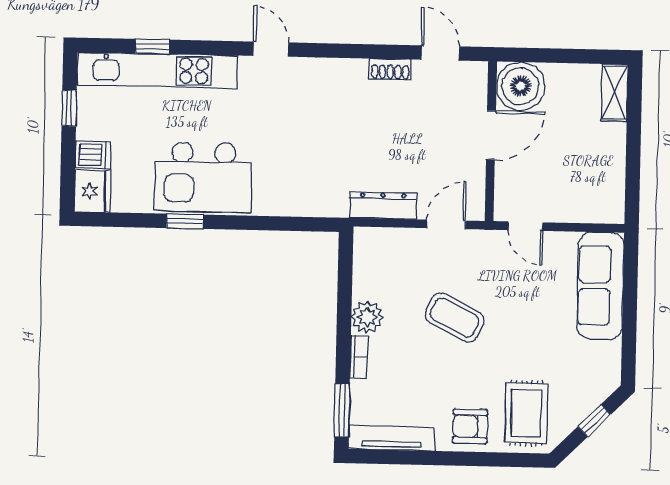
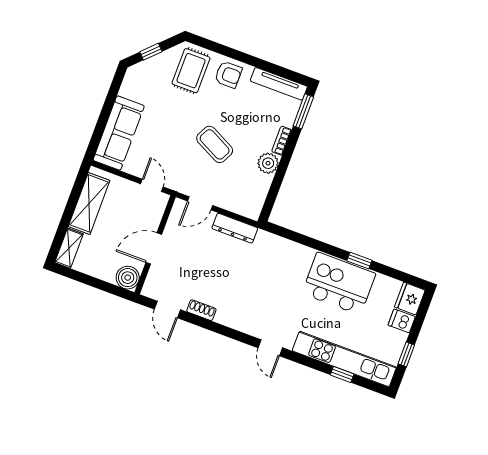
boiler: (520, 86) -> (128, 278), width x0.73, depth x0.73
shelving: (608, 168) -> (89, 203), added

